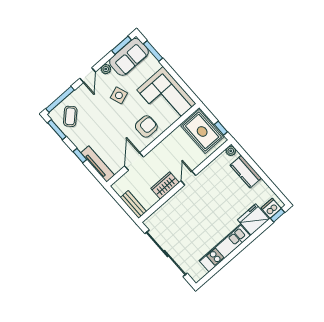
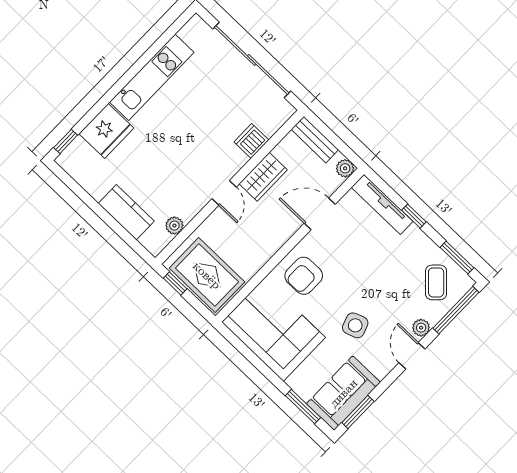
plant: (106, 69) -> (421, 328), moved
plant: (231, 151) -> (174, 226), moved
door: (134, 161) -> (320, 214), swing flipped
plant: (117, 186) -> (345, 168), added
dishwasher: (271, 208) -> (251, 141), moved, turned 180

